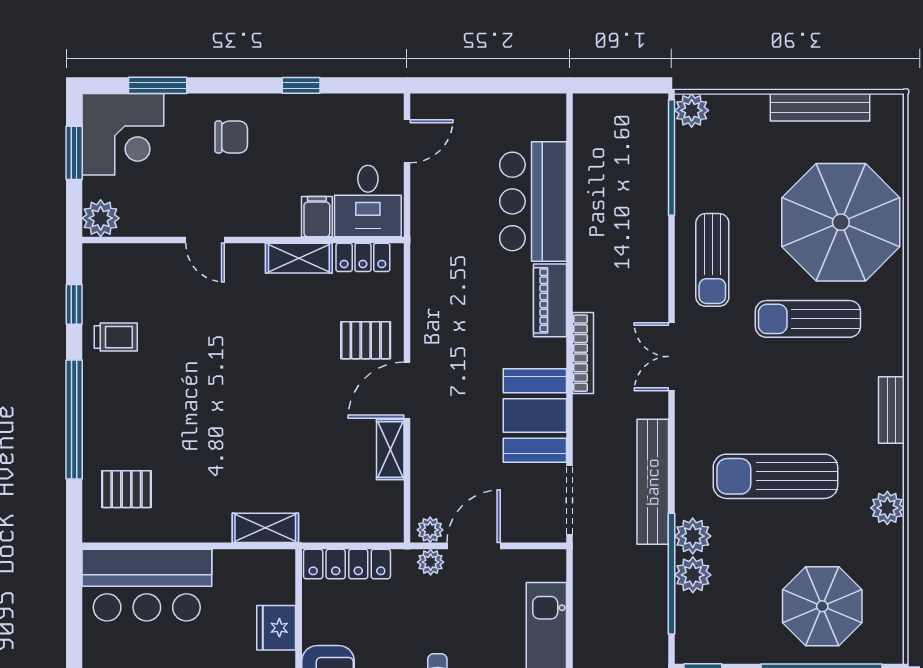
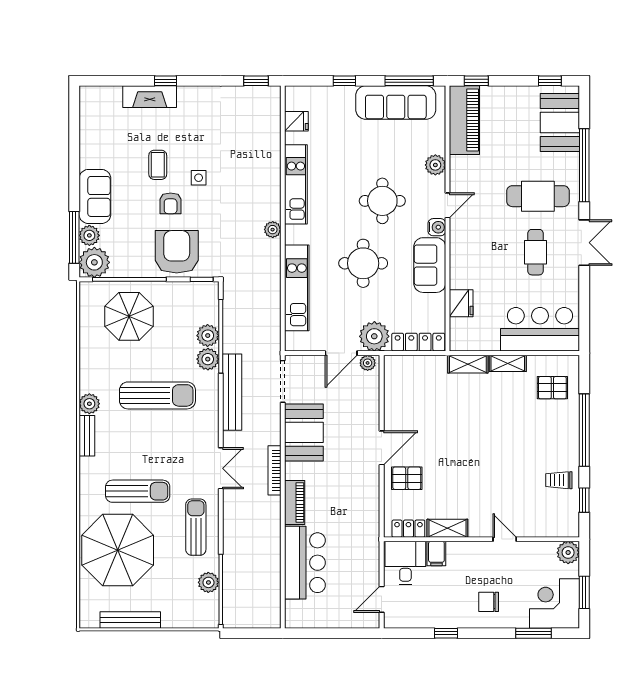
plant: (692, 110) -> (208, 582), moved
shelving: (390, 450) -> (508, 363), moved, turned 90
plant: (887, 508) -> (89, 404), moved
plant: (431, 562) -> (374, 336), width x1.88, depth x1.88

